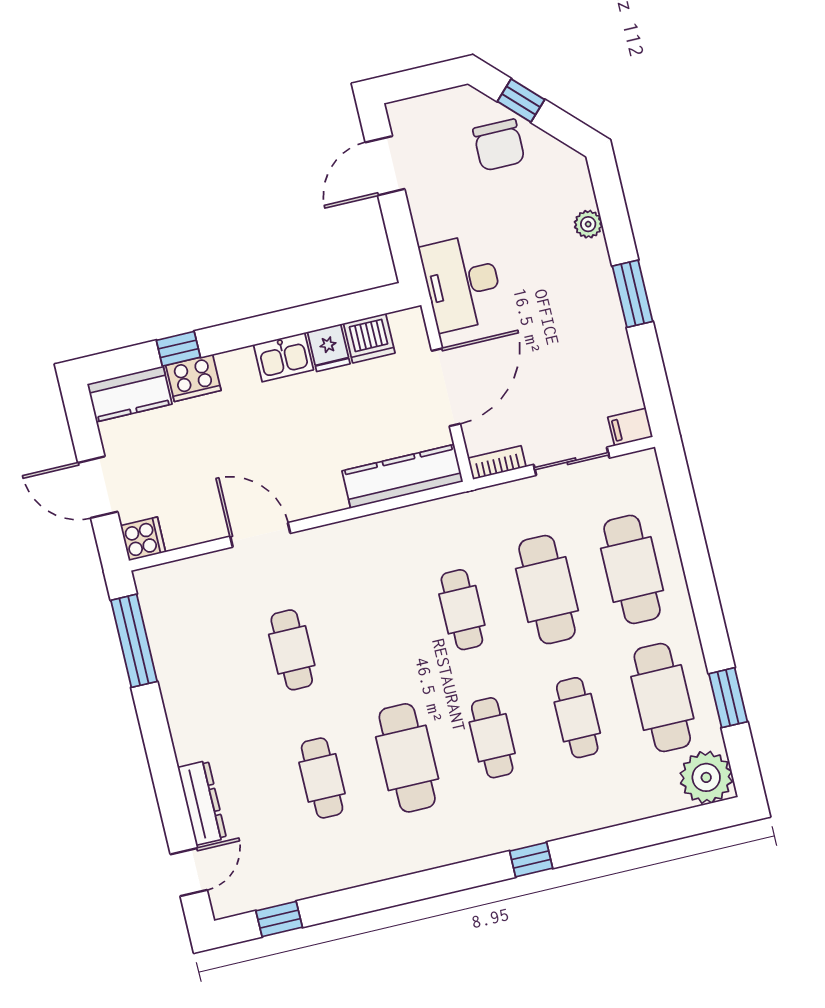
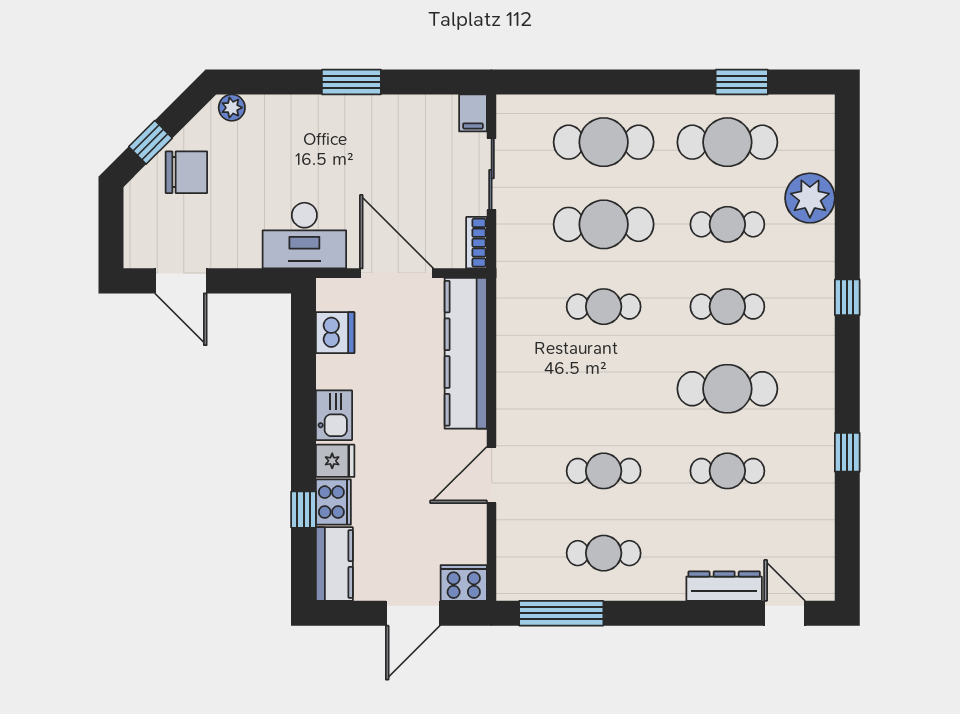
plant: (588, 224) -> (232, 108), moved
fridge: (329, 348) -> (335, 461), moved
kitchen counter: (402, 476) -> (466, 353), width x1.39, depth x1.17
cooker: (143, 539) -> (464, 583), width x1.36
cafe table: (207, 670) -> (604, 553), added
plant: (706, 777) -> (810, 198), moved
window: (279, 919) -> (847, 452), moved

